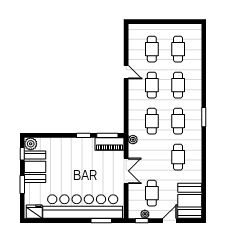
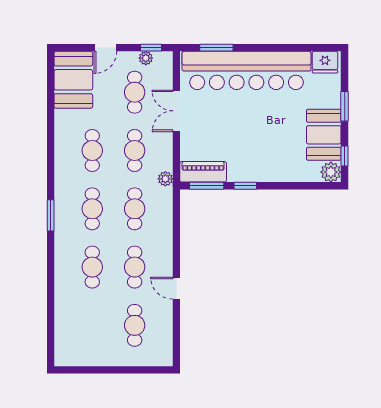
cafe table: (178, 49) -> (135, 150), moved
double door: (126, 171) -> (176, 111), moved

